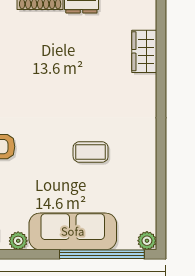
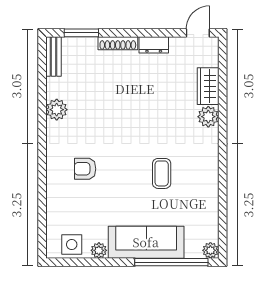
plant: (144, 87) -> (208, 117), added
coffee table: (91, 152) -> (162, 173), turned 90

